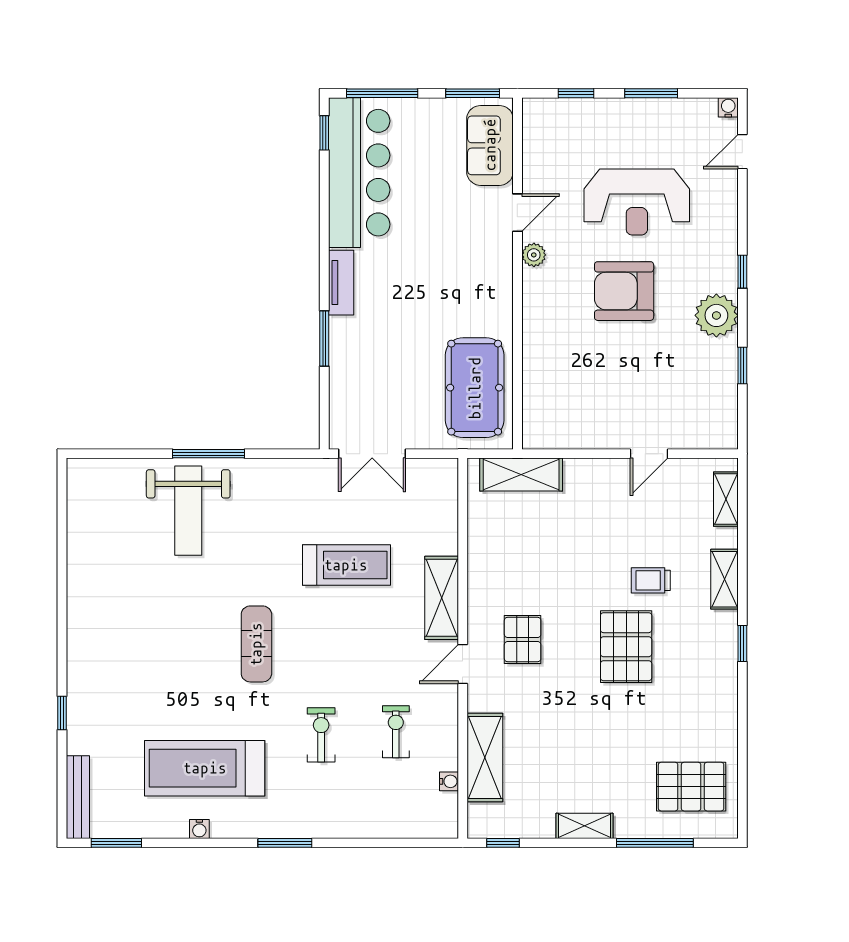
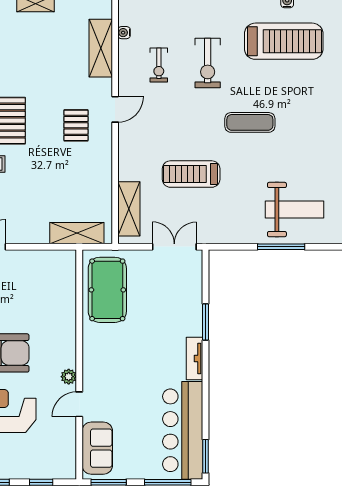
window: (324, 133) -> (206, 456), width x1.50
weight bench: (188, 511) -> (294, 210), turned 90
shelving: (442, 598) -> (129, 209), moved
exercise mat: (256, 644) -> (250, 122), turned 90
exercise bike: (321, 735) -> (208, 63), width x1.38, depth x1.39

